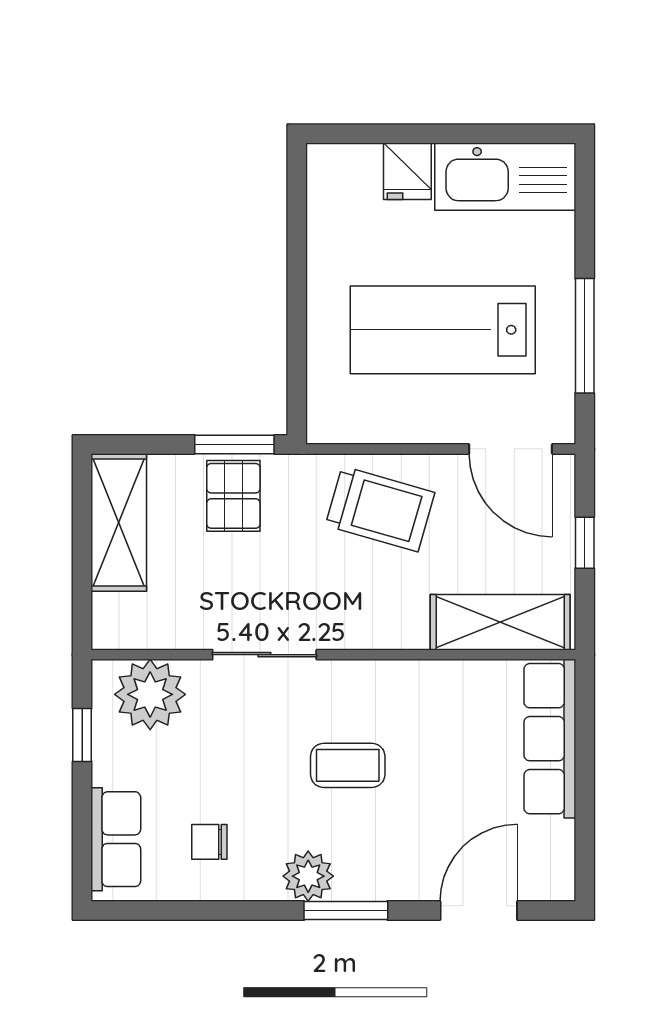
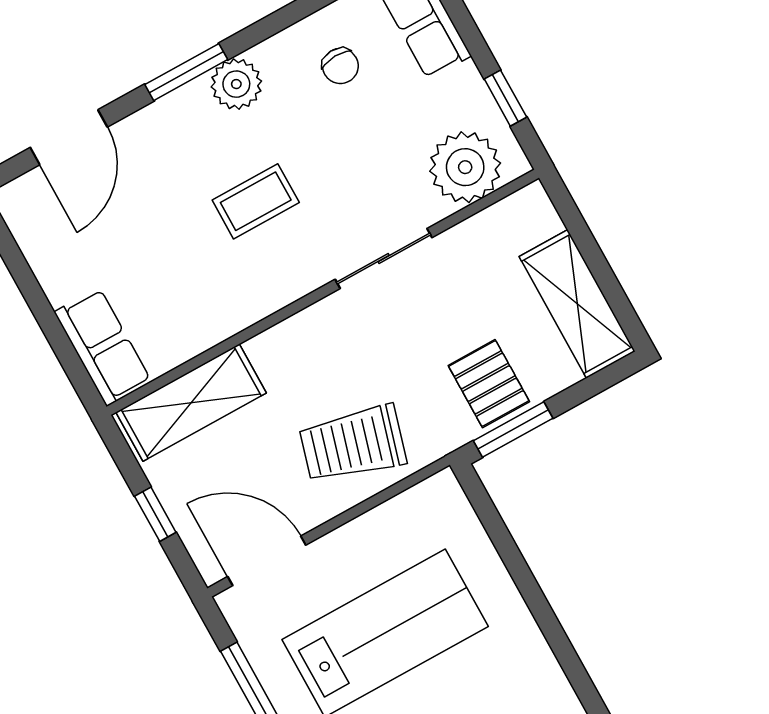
row of seats: (550, 739) -> (103, 347), width x0.68
chair: (209, 842) -> (340, 66), turned 87

